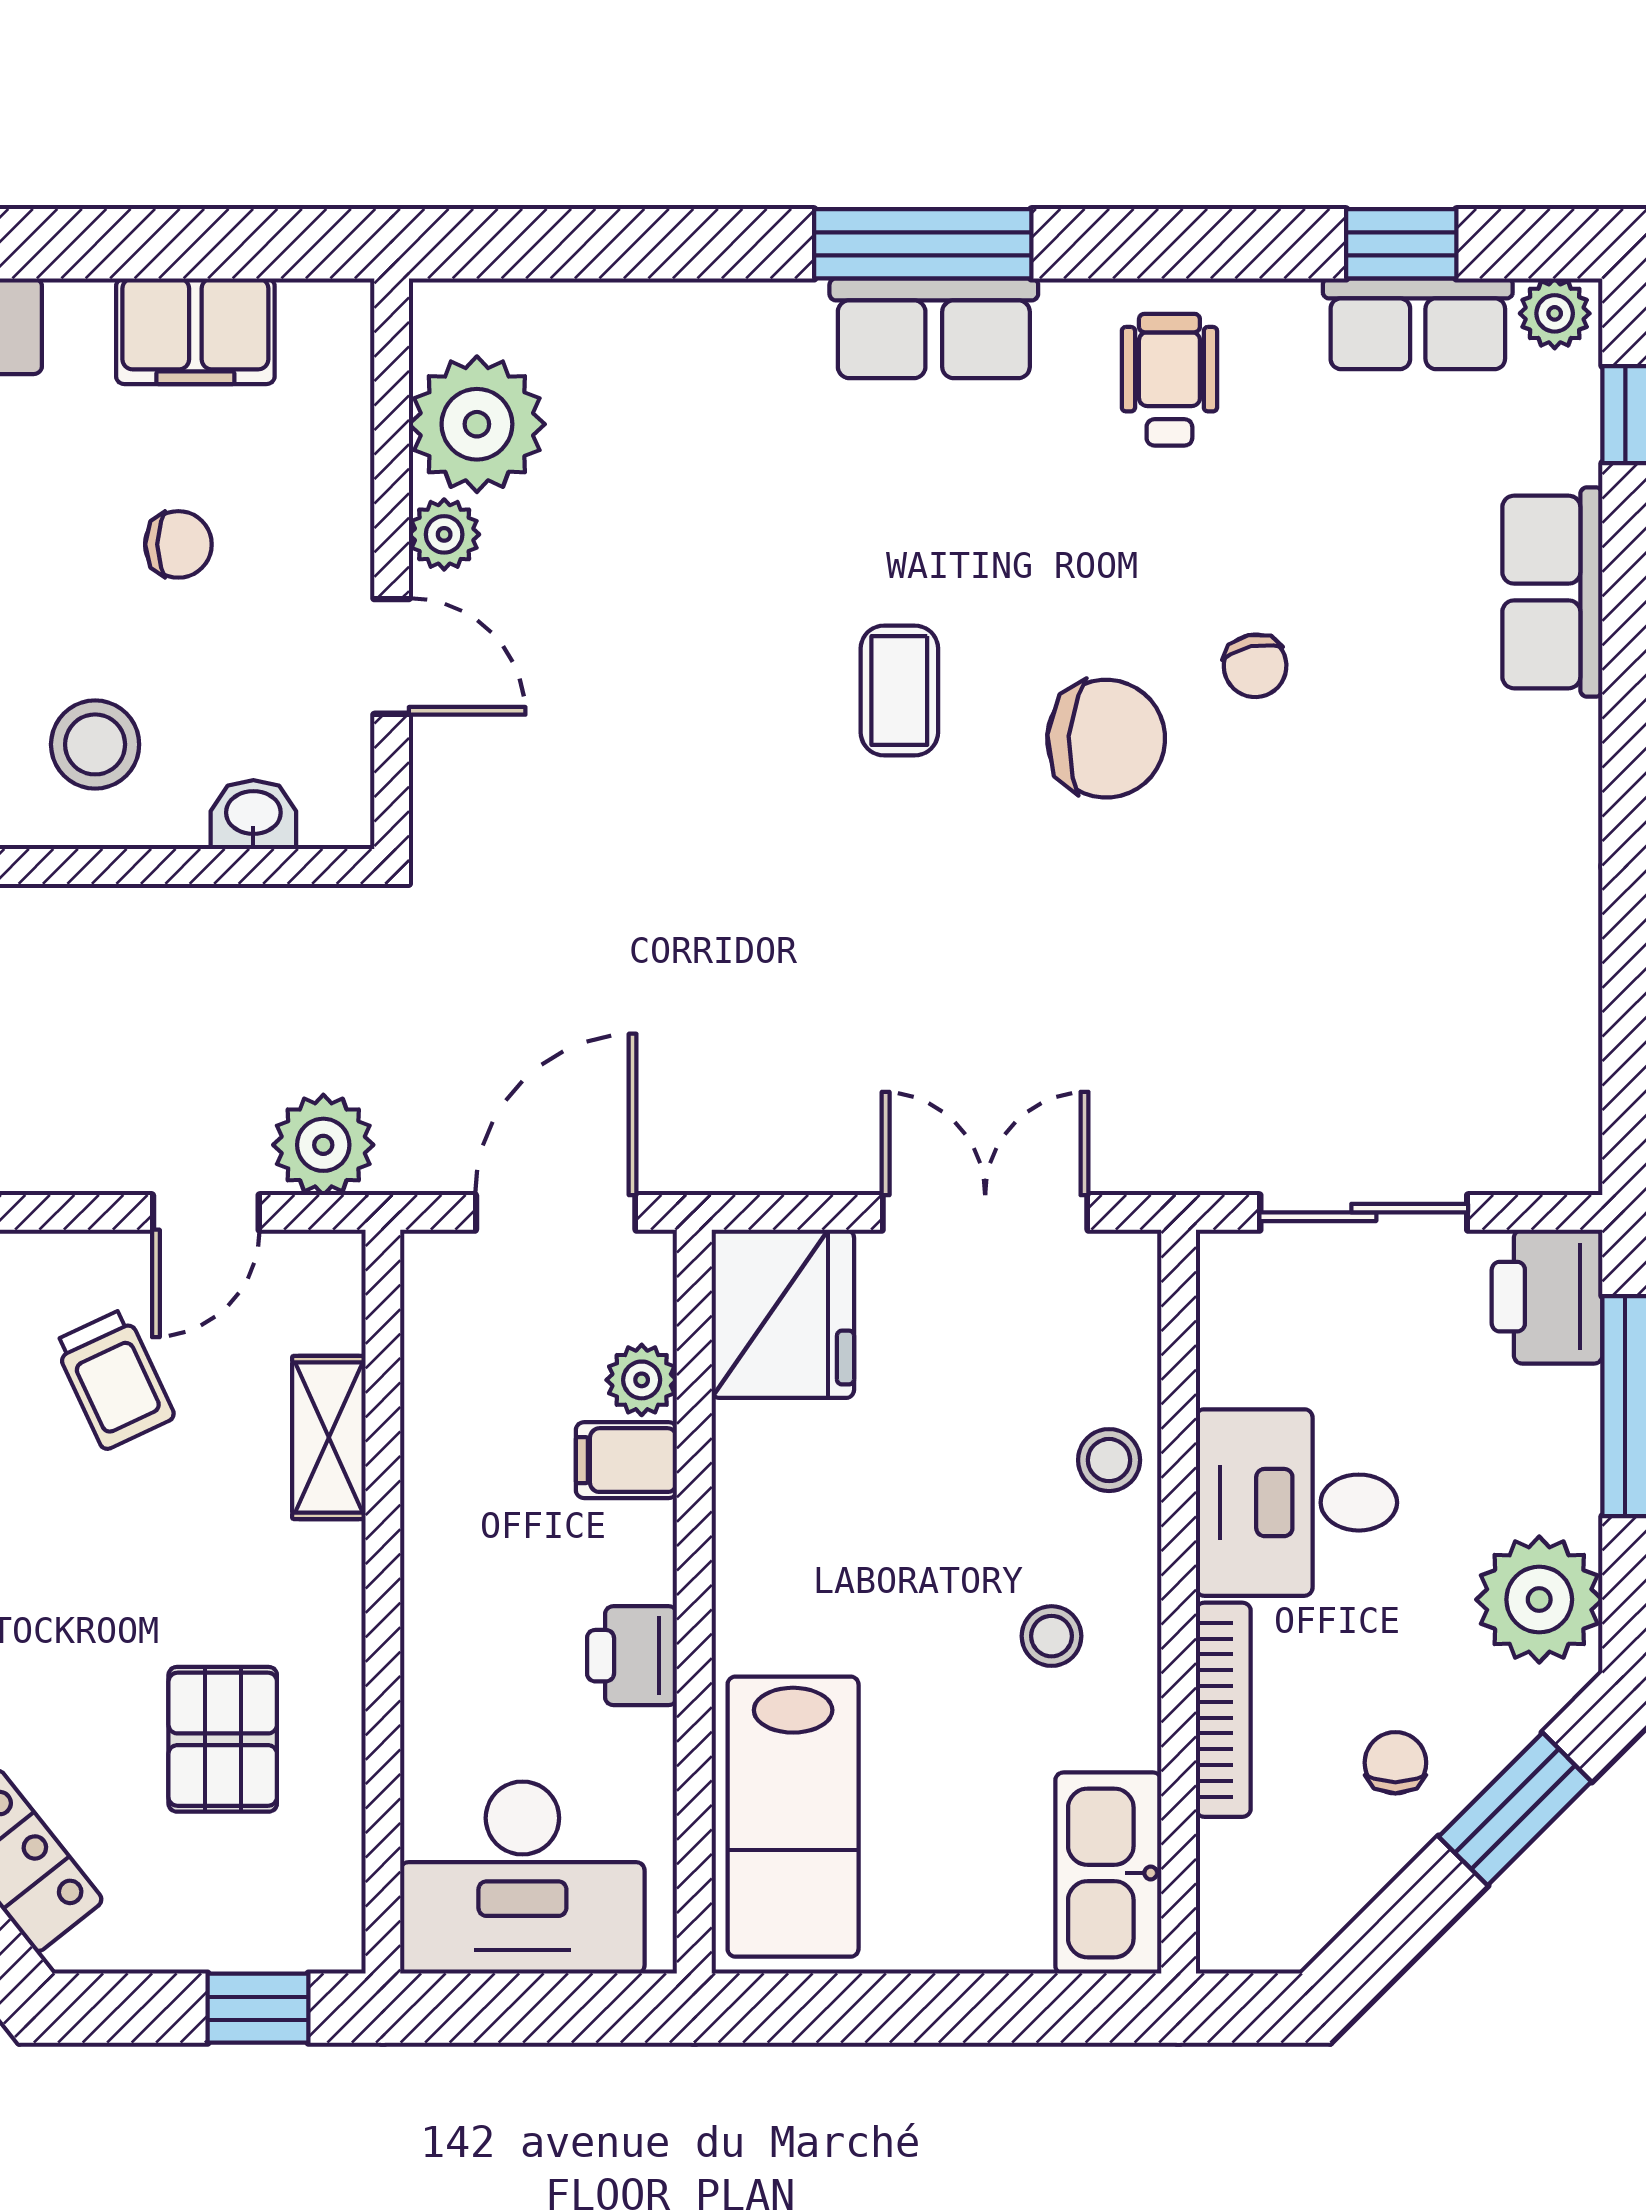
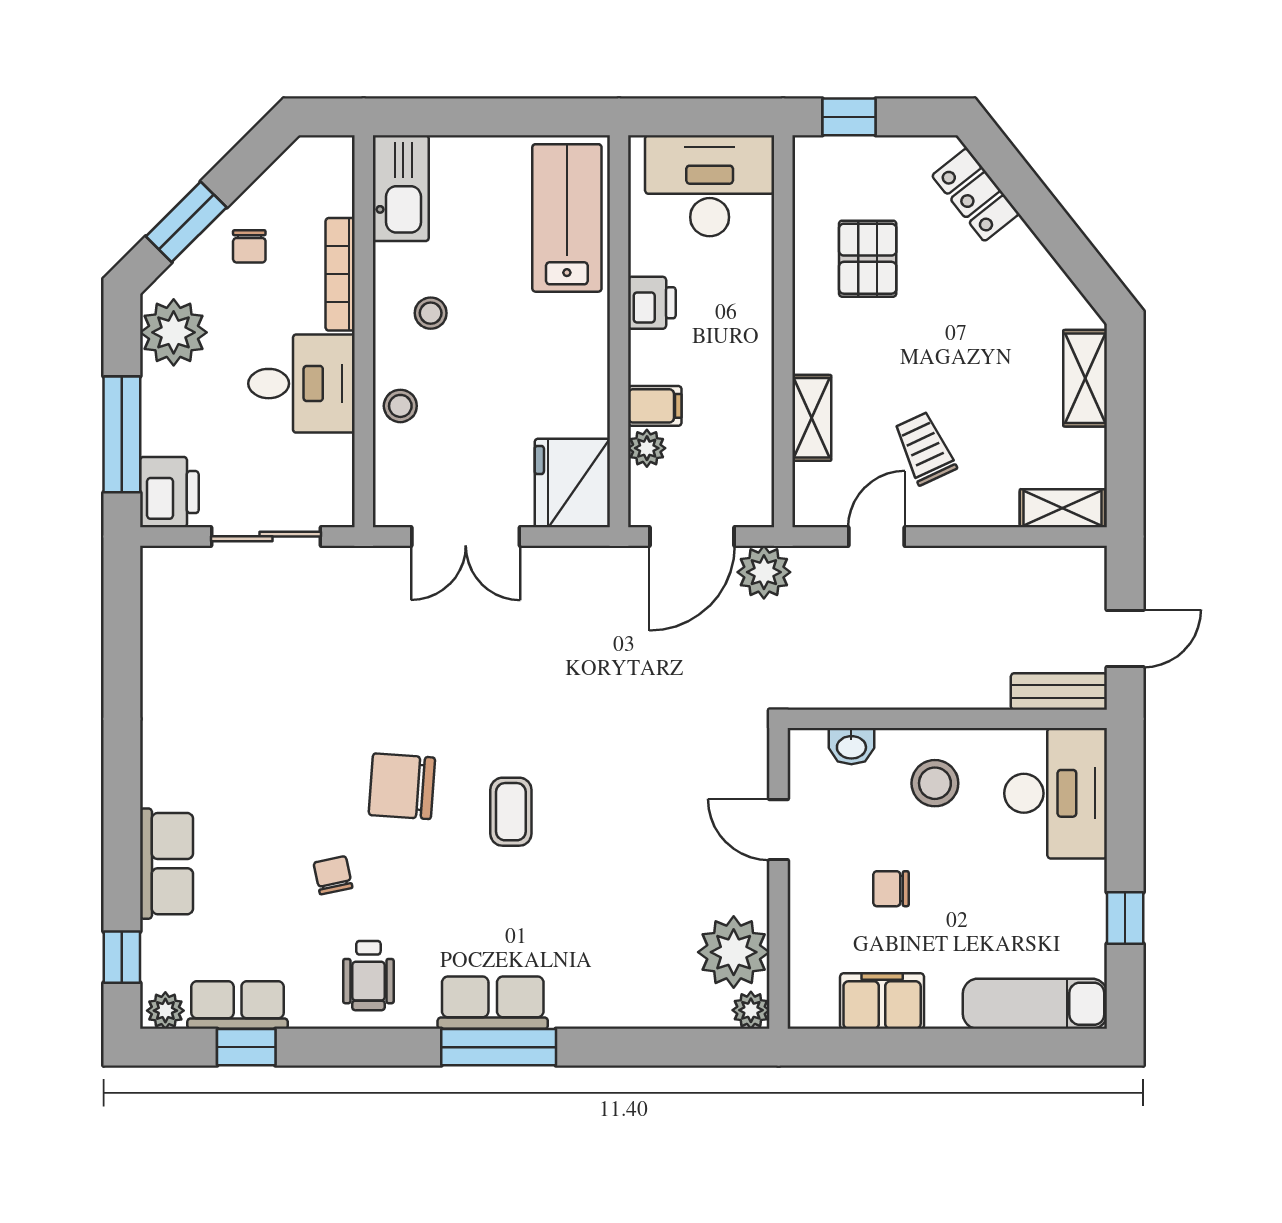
plant: (444, 534) -> (751, 1010), moved
chair: (1255, 666) -> (333, 875), moved
plant: (323, 1145) -> (764, 572), moved

